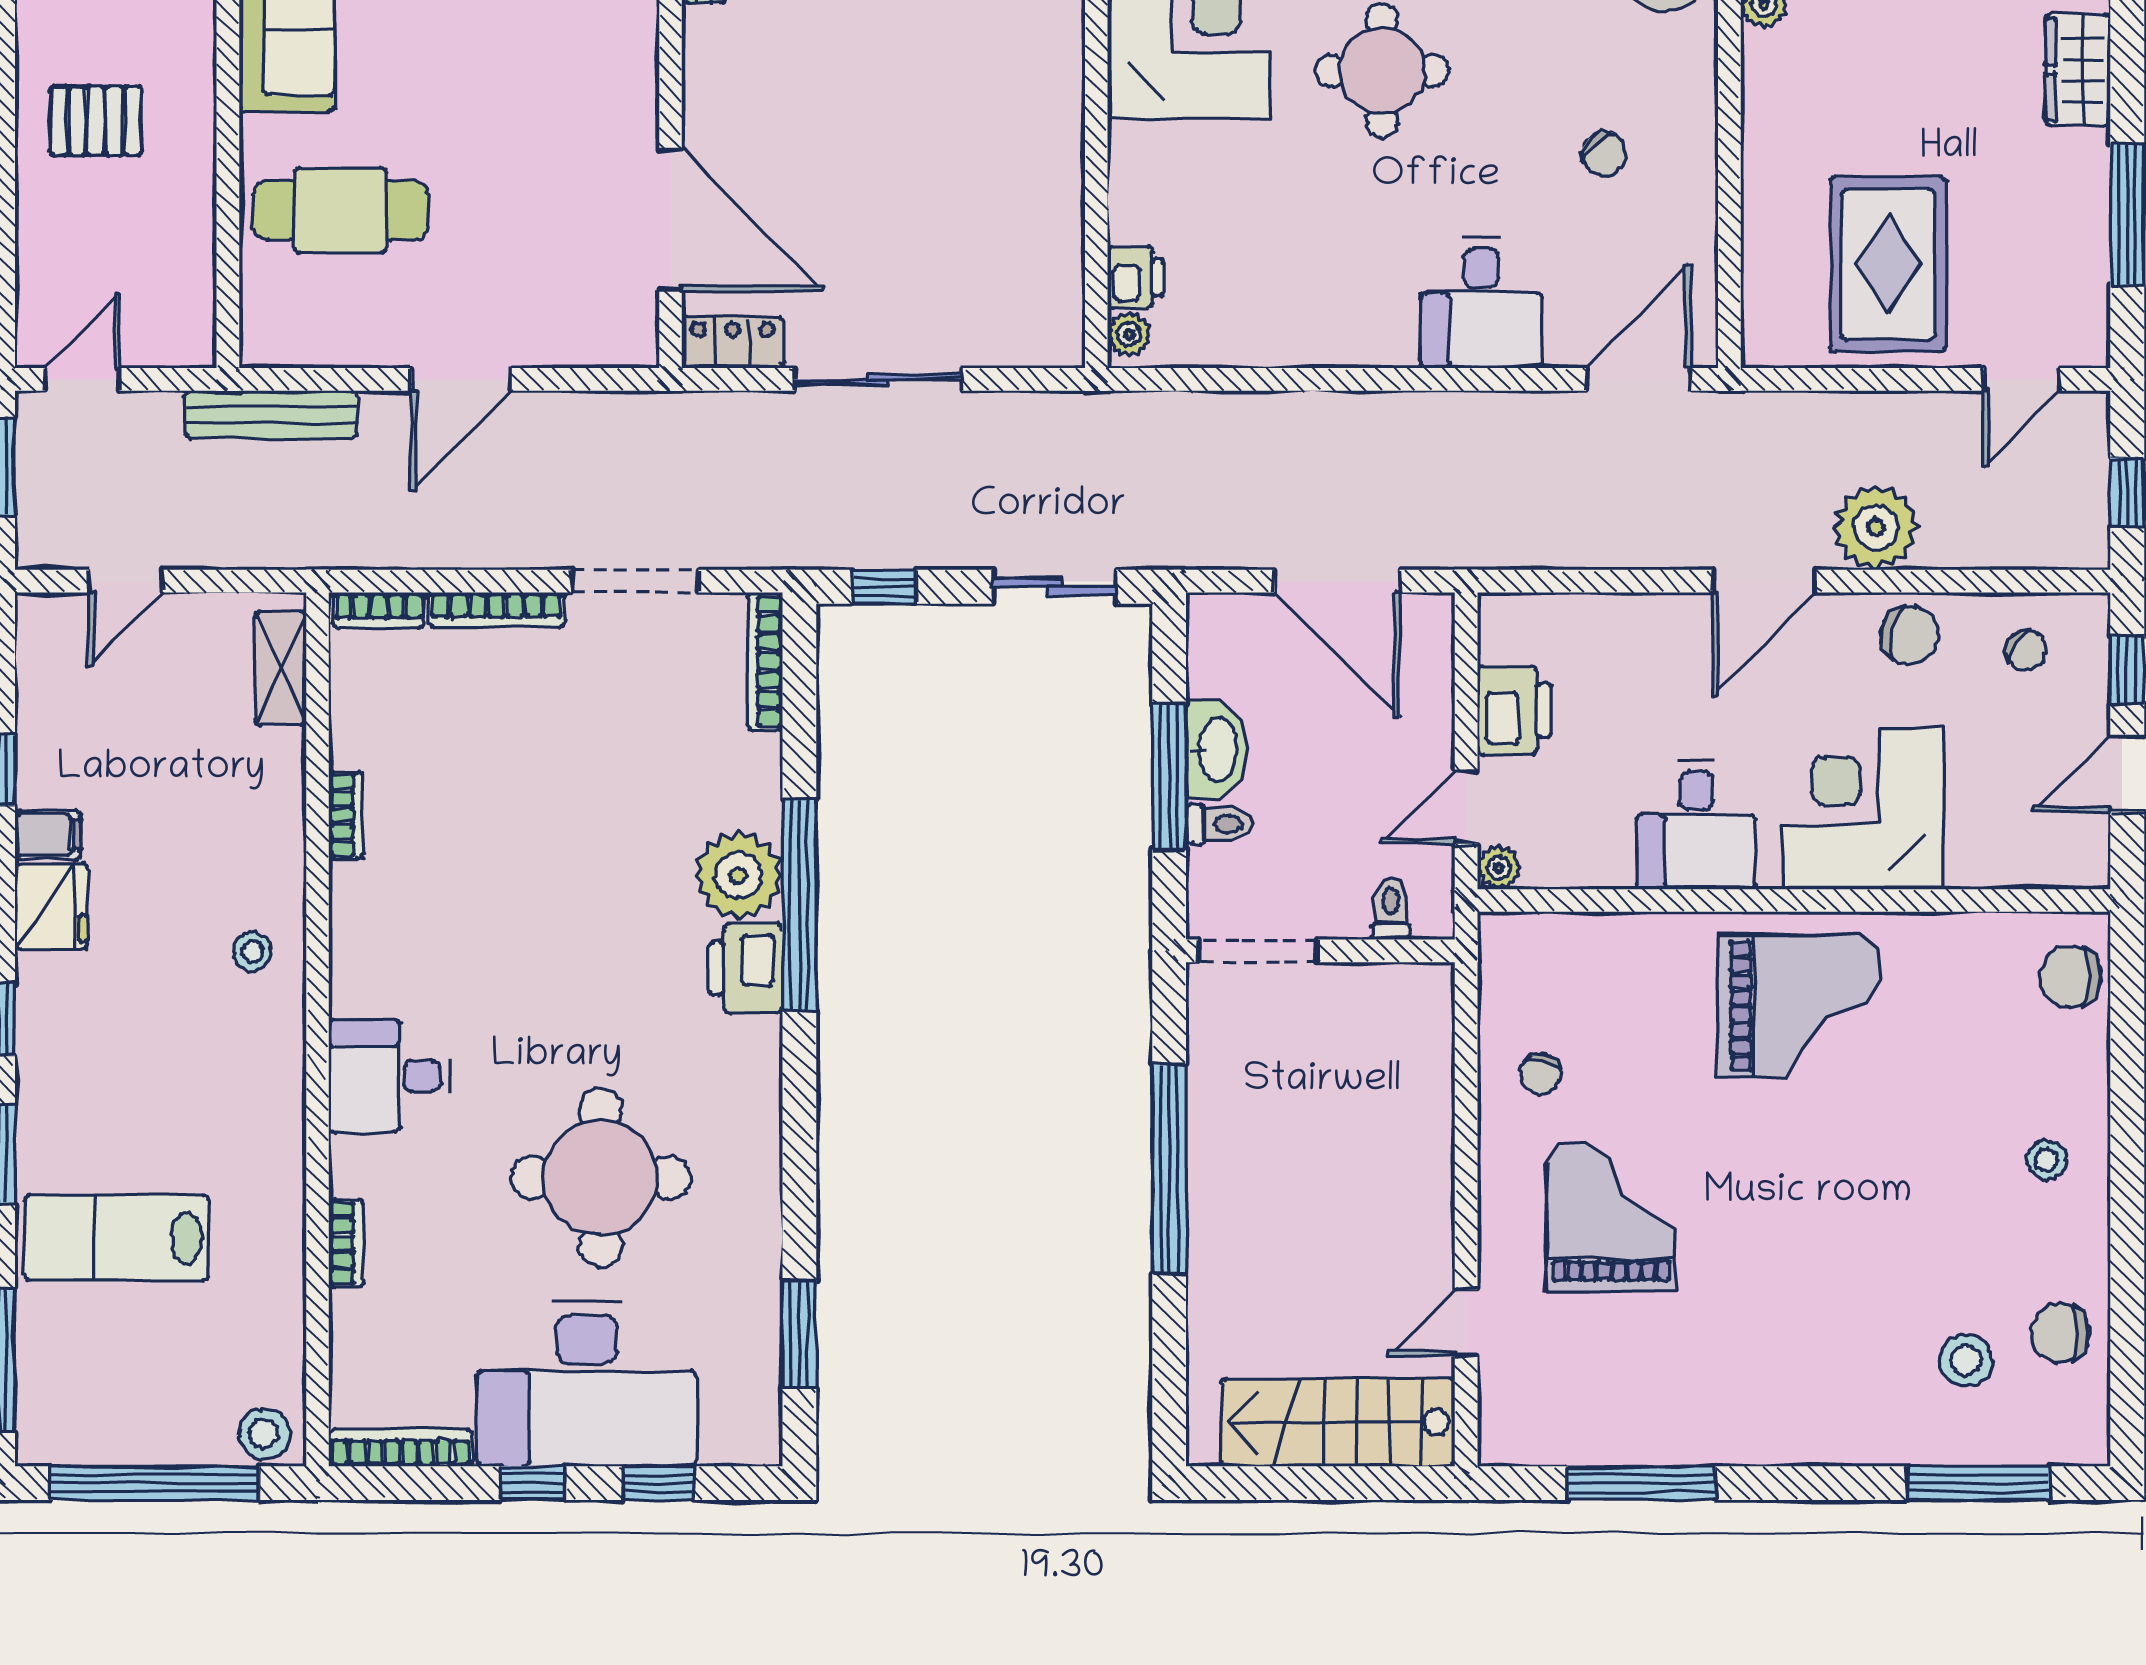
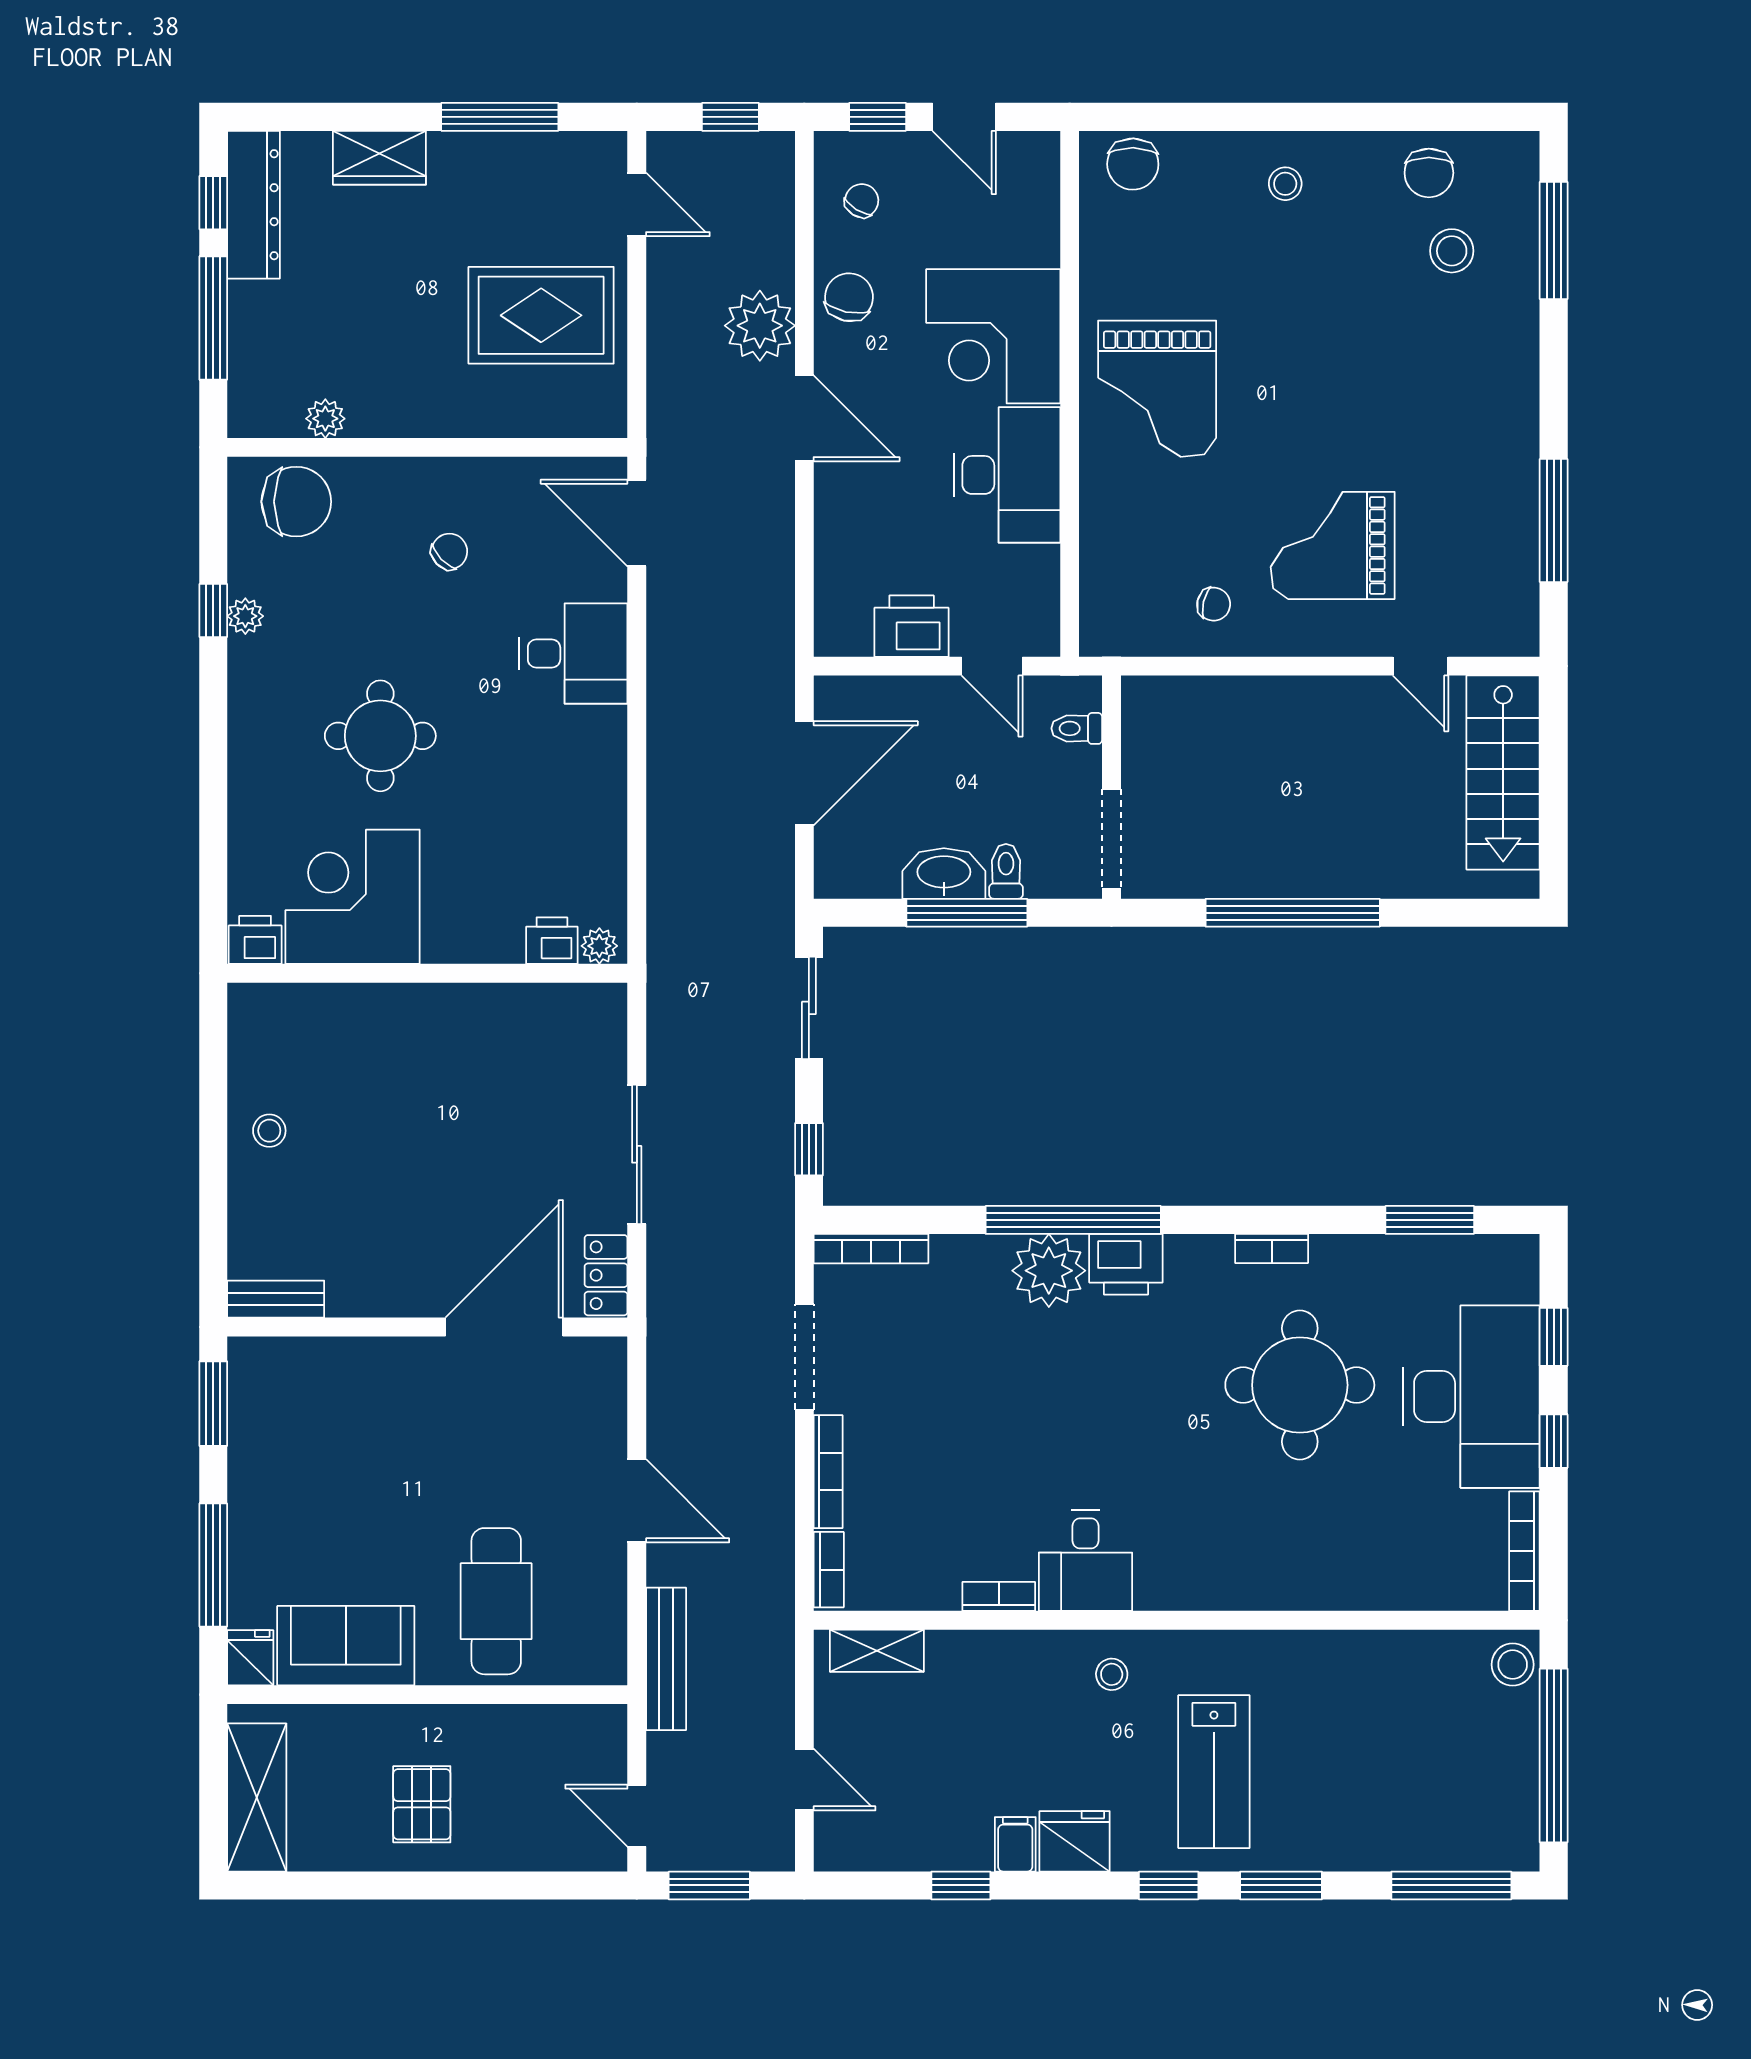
desk: (1696, 825) -> (1007, 475), width x1.37
plant: (1499, 868) -> (1042, 639), removed
grand piano: (1800, 1006) -> (1157, 389), turned 180
desk: (389, 1076) -> (1086, 1561), moved
lab bench: (116, 1238) -> (1214, 1772), moved
bookcase: (346, 1243) -> (1272, 1248), moved, turned 180

